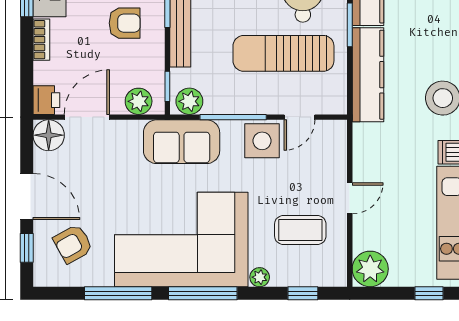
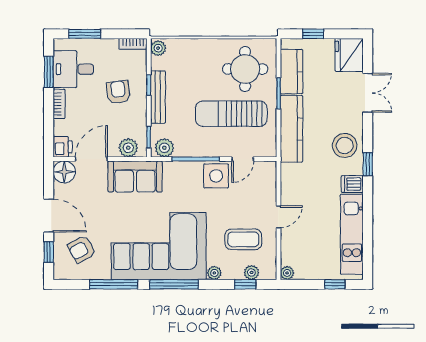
armchair: (125, 23) -> (118, 92), turned -97
sofa: (182, 142) -> (135, 177), moved
plant: (370, 269) -> (287, 273), width x0.53, depth x0.53
plant: (312, 277) -> (251, 272), added

